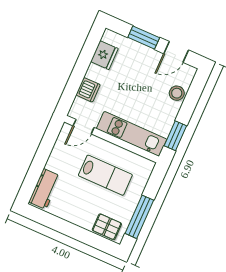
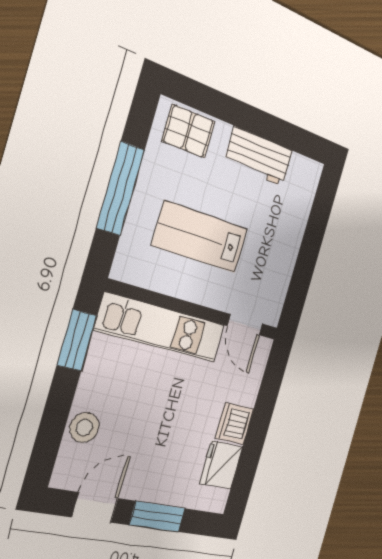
dishwasher: (88, 90) -> (235, 423), moved
door: (84, 127) -> (245, 325), swing flipped
workbench: (45, 189) -> (259, 157), moved, turned -90
window: (139, 217) -> (120, 189), moved

